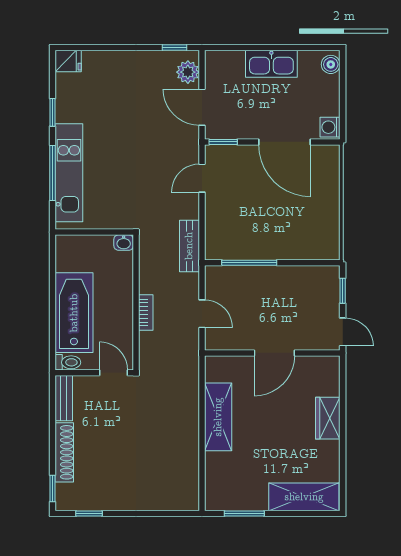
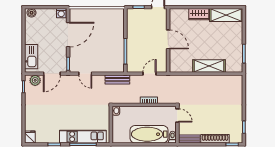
kitchen sink: (271, 64) -> (31, 57), moved
door: (114, 373) -> (177, 115), swing flipped
shelving: (218, 417) -> (209, 66), moved
shelving: (304, 497) -> (226, 15), moved, turned 90

